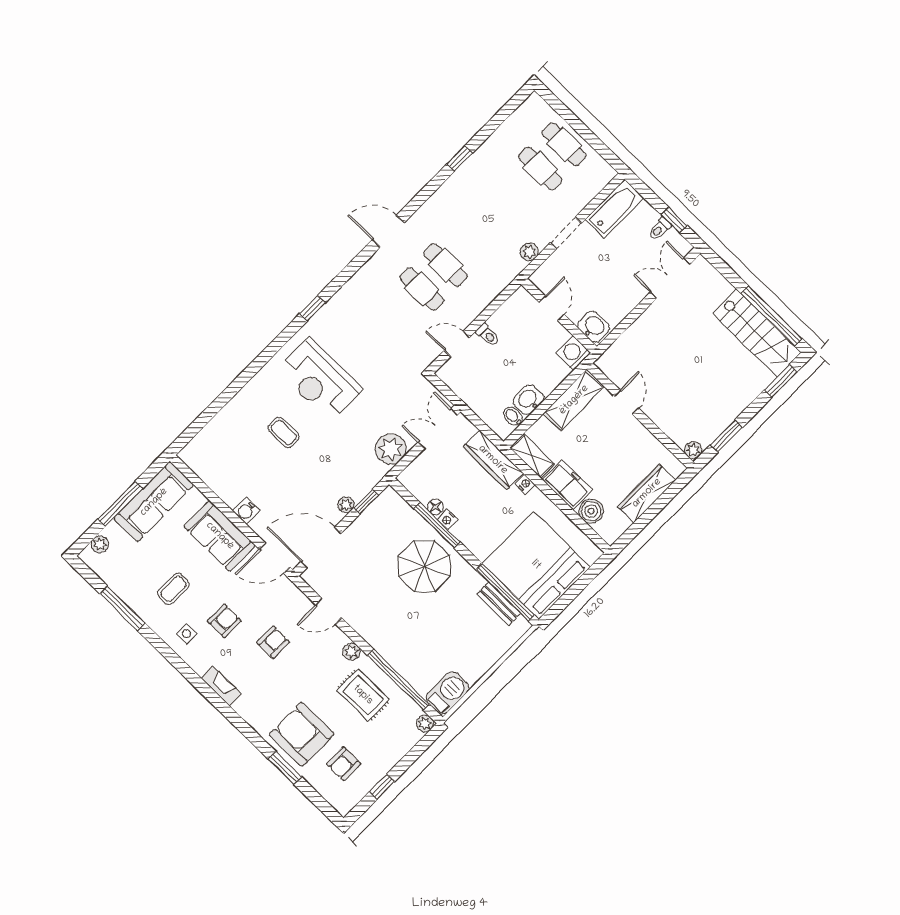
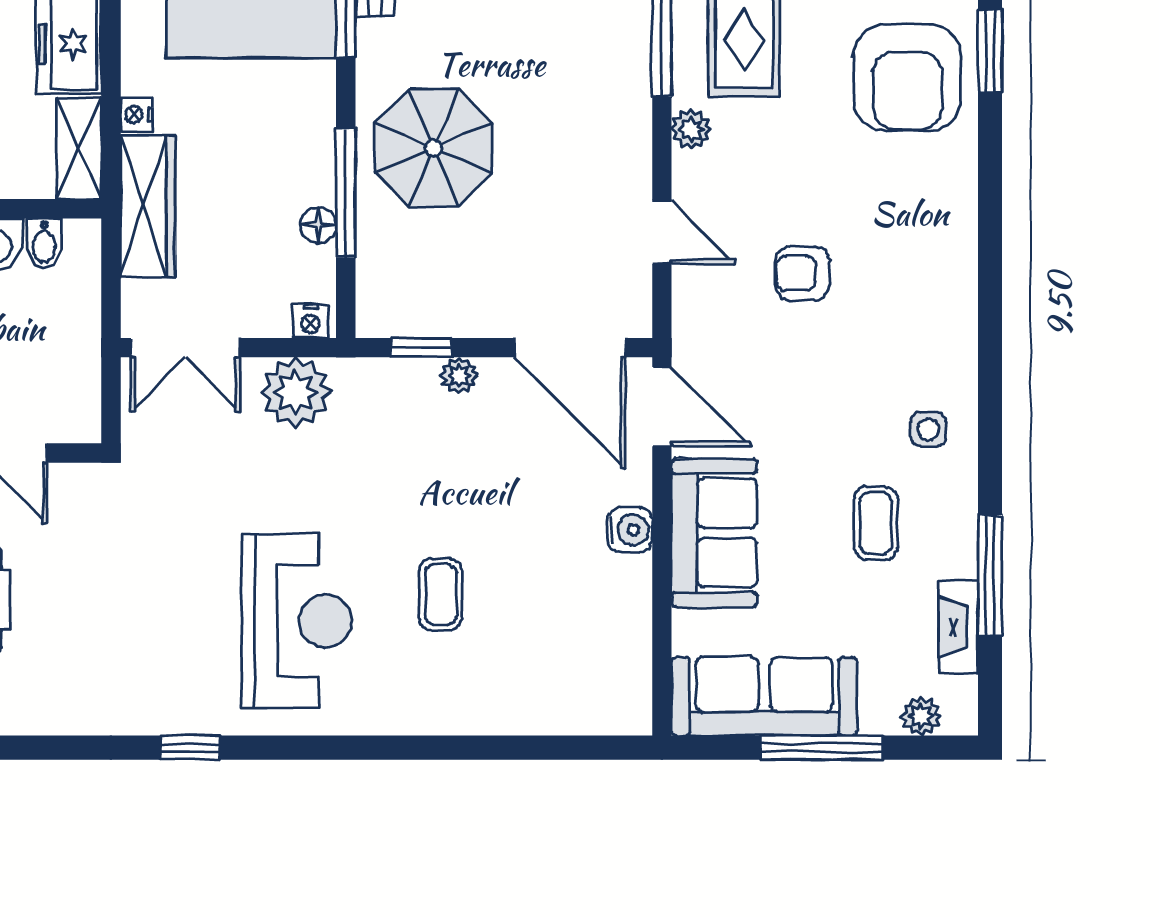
nightstand: (447, 519) -> (310, 321), moved, turned 90
coffee table: (173, 589) -> (876, 523), turned 90
armchair: (224, 621) -> (846, 388), removed
fireplace: (221, 686) -> (958, 627), moved

